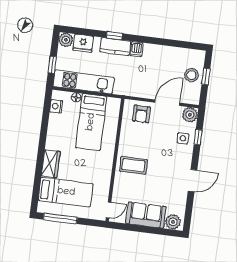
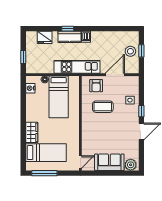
plant: (66, 40) -> (31, 37), removed
kitchen unit: (83, 82) -> (77, 67), moved
plant: (190, 115) -> (133, 82), removed
window: (198, 137) -> (141, 111), moved
coffee table: (133, 165) -> (103, 107), moved

